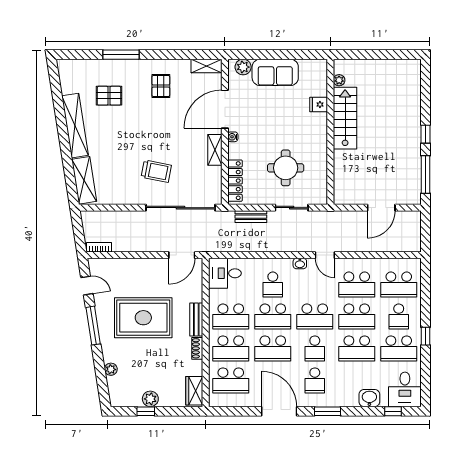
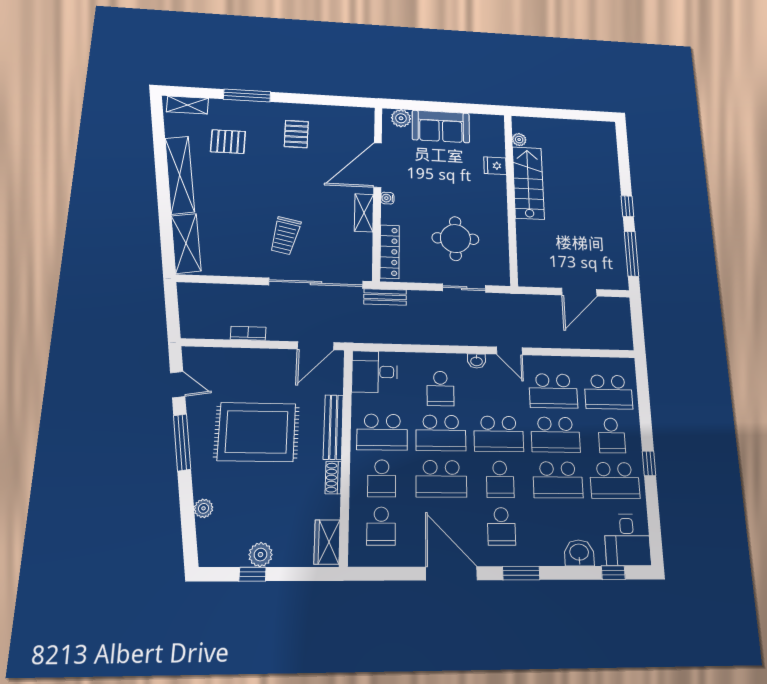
shelving: (206, 66) -> (188, 105), moved
trolley: (156, 171) -> (285, 236), turned 91
bench: (251, 217) -> (385, 297), moved
bookcase: (99, 247) -> (248, 333), moved
bench: (196, 320) -> (333, 427), width x1.36
school desk: (231, 348) -> (382, 478), width x0.54
school desk: (231, 380) -> (381, 526), width x0.54

